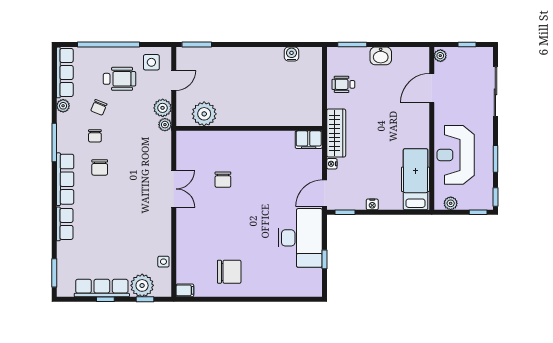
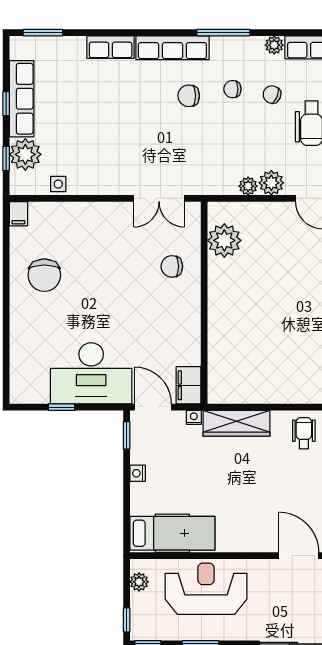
plant: (204, 114) -> (224, 240), moved
wall: (249, 128) -> (204, 303), moved
filing cabinet: (309, 140) -> (188, 385), moved

